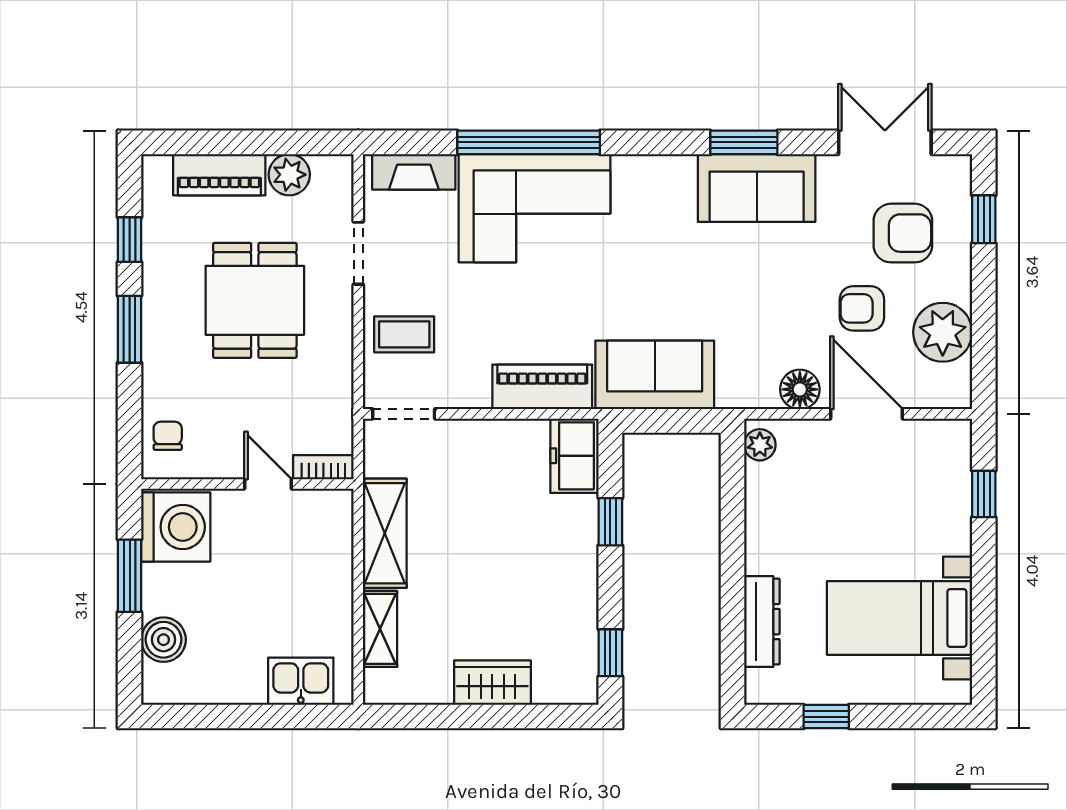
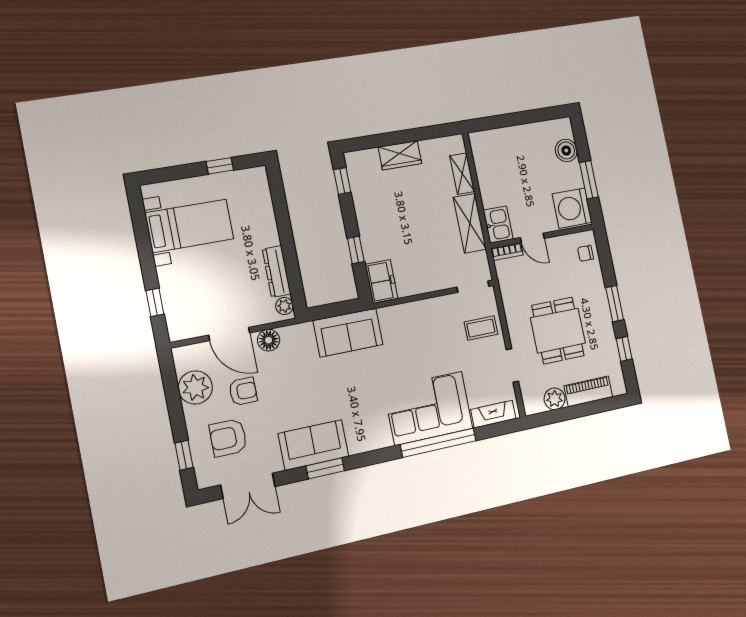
piano: (542, 387) -> (405, 315), removed
chair: (168, 436) -> (585, 253), turned 90
dresser: (762, 622) -> (277, 272), moved
kitchen sink: (301, 681) -> (498, 225), moved, turned -90

